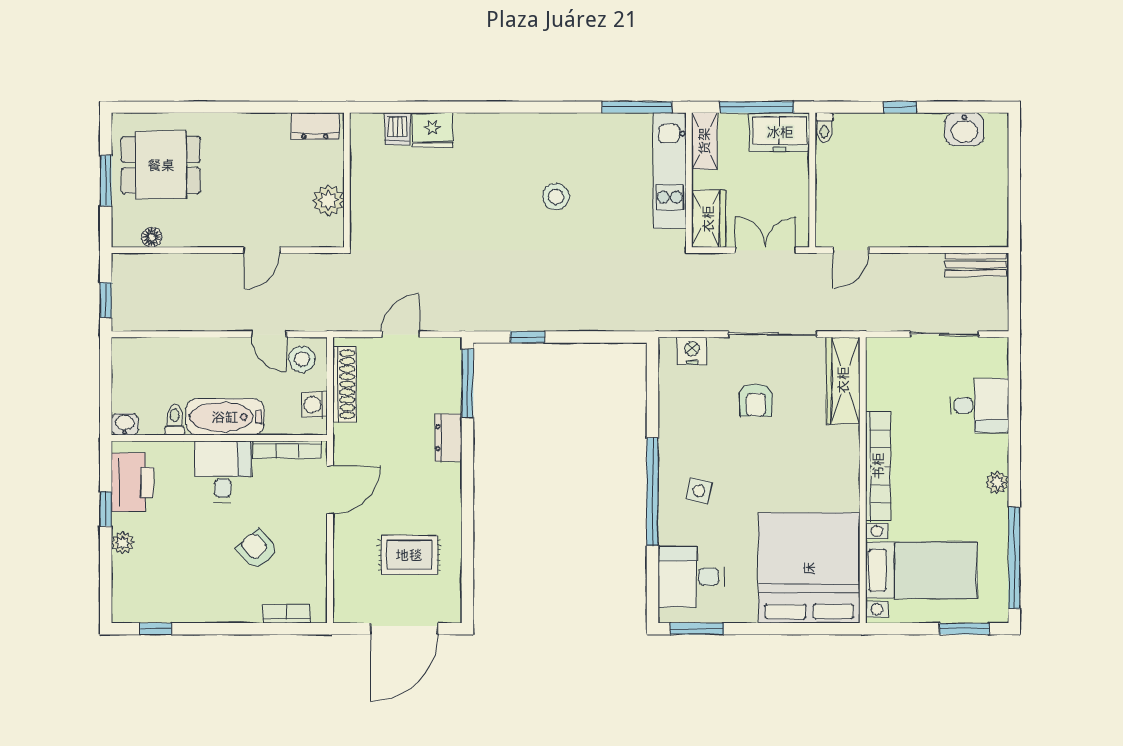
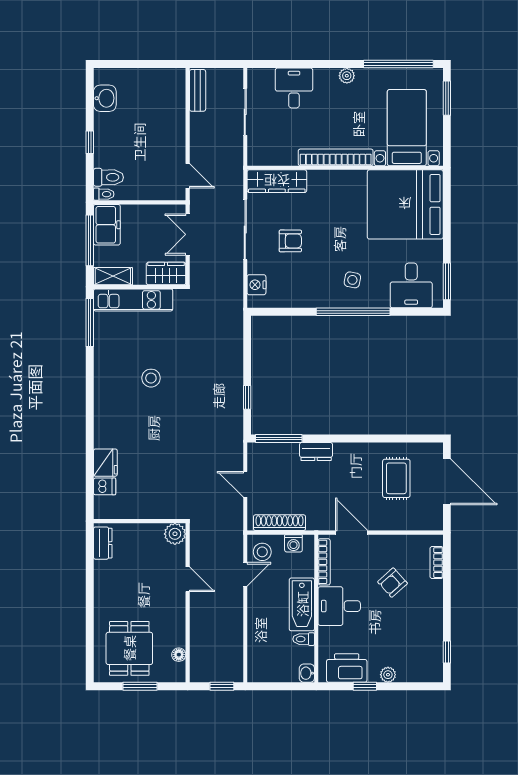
toilet: (849, 135) -> (108, 177), added
plant: (328, 200) -> (175, 534), moved

